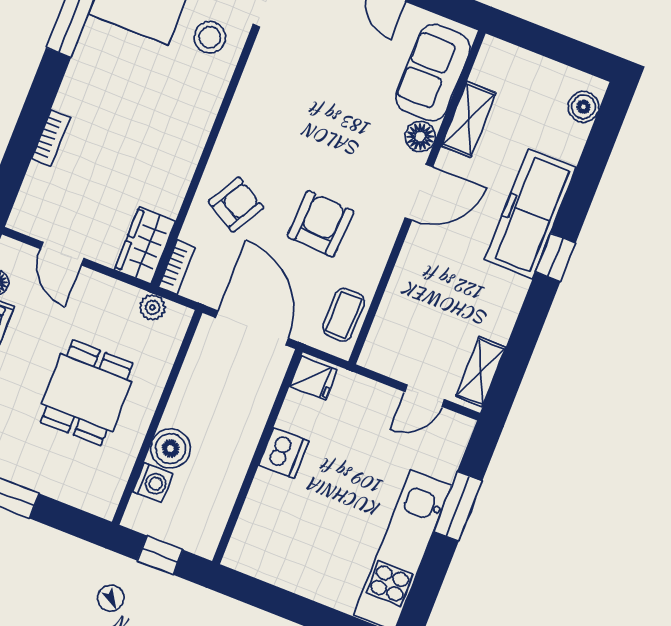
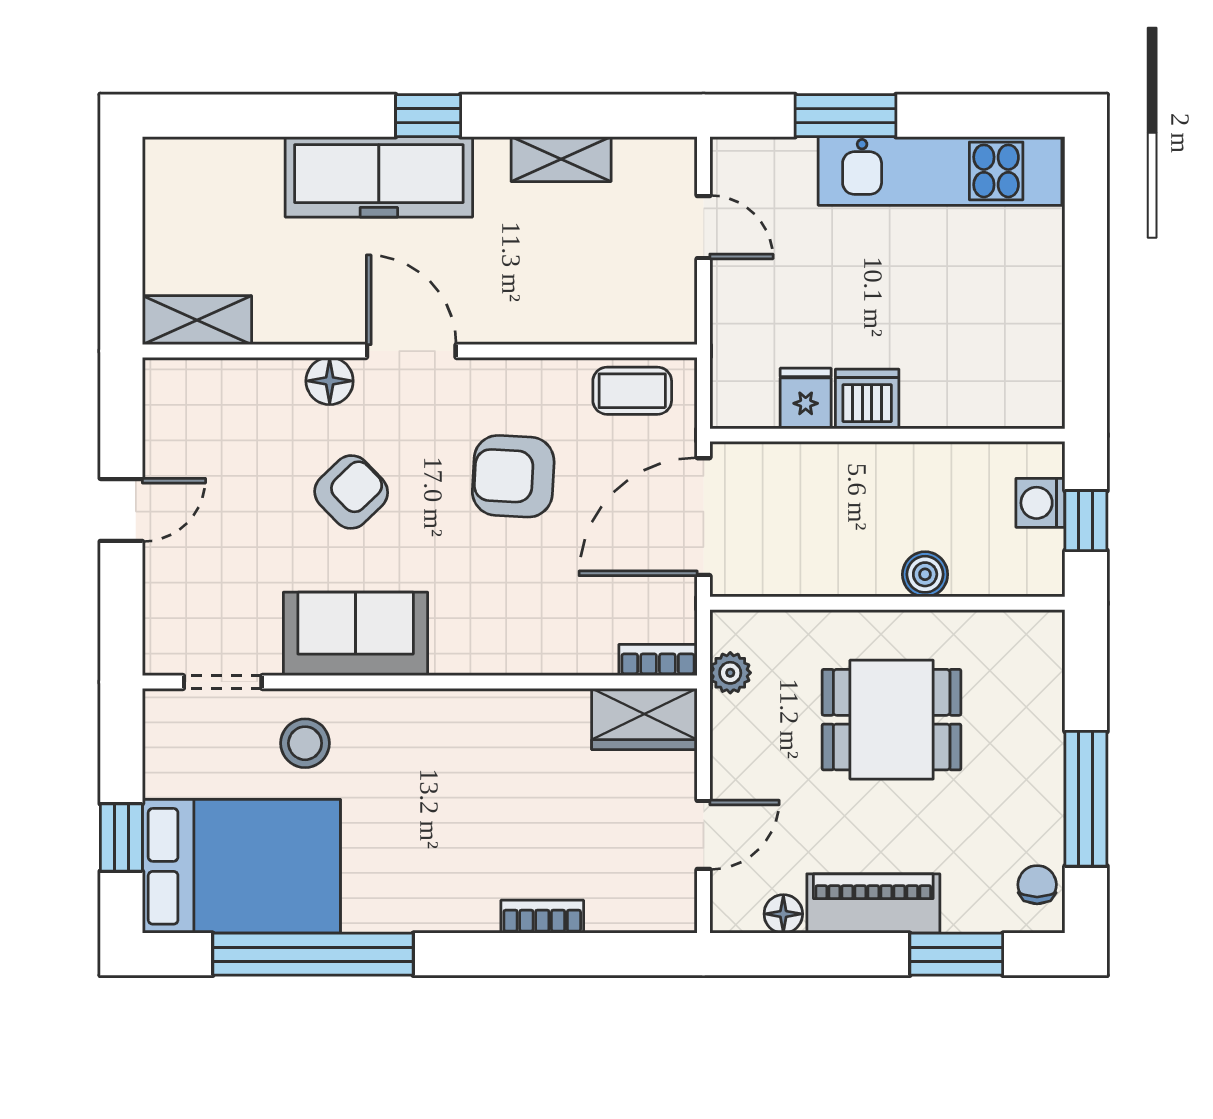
sofa: (433, 73) -> (356, 634), moved, turned 180
boiler: (583, 107) -> (193, 161), removed
shelving: (469, 119) -> (197, 320), moved
armchair: (236, 205) -> (351, 492), moved, turned 106
shelving: (481, 372) -> (561, 159), moved
fridge: (313, 378) -> (806, 398), moved
boiler: (171, 449) -> (925, 574), width x0.73, depth x0.73
washing machine: (153, 483) -> (1040, 503), moved, turned -90

